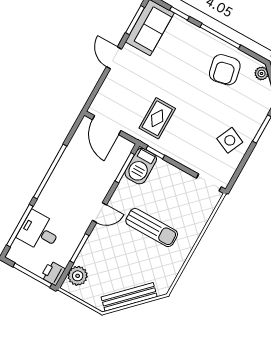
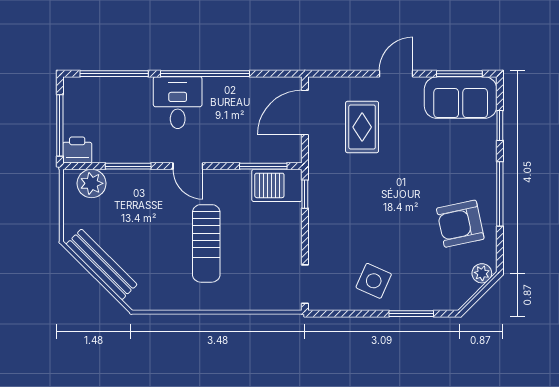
rug: (157, 118) -> (362, 127), moved, turned 90
desk: (39, 232) -> (178, 103), moved

